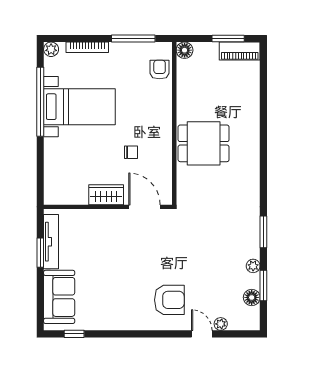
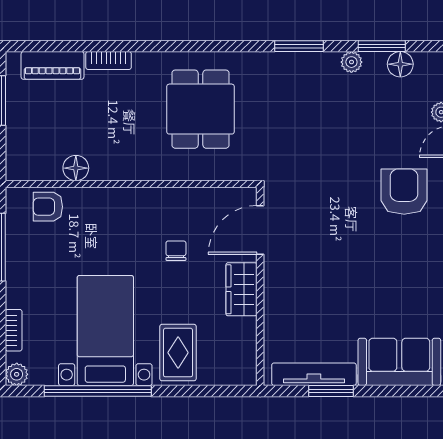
bookcase: (87, 47) -> (14, 330), width x0.64
floor lamp: (185, 50) -> (76, 168), moved
piano: (240, 51) -> (52, 65), moved, turned 90
bookcase: (254, 109) -> (109, 61), added
dining table: (204, 143) -> (200, 109), moved
rug: (65, 154) -> (178, 353), added

